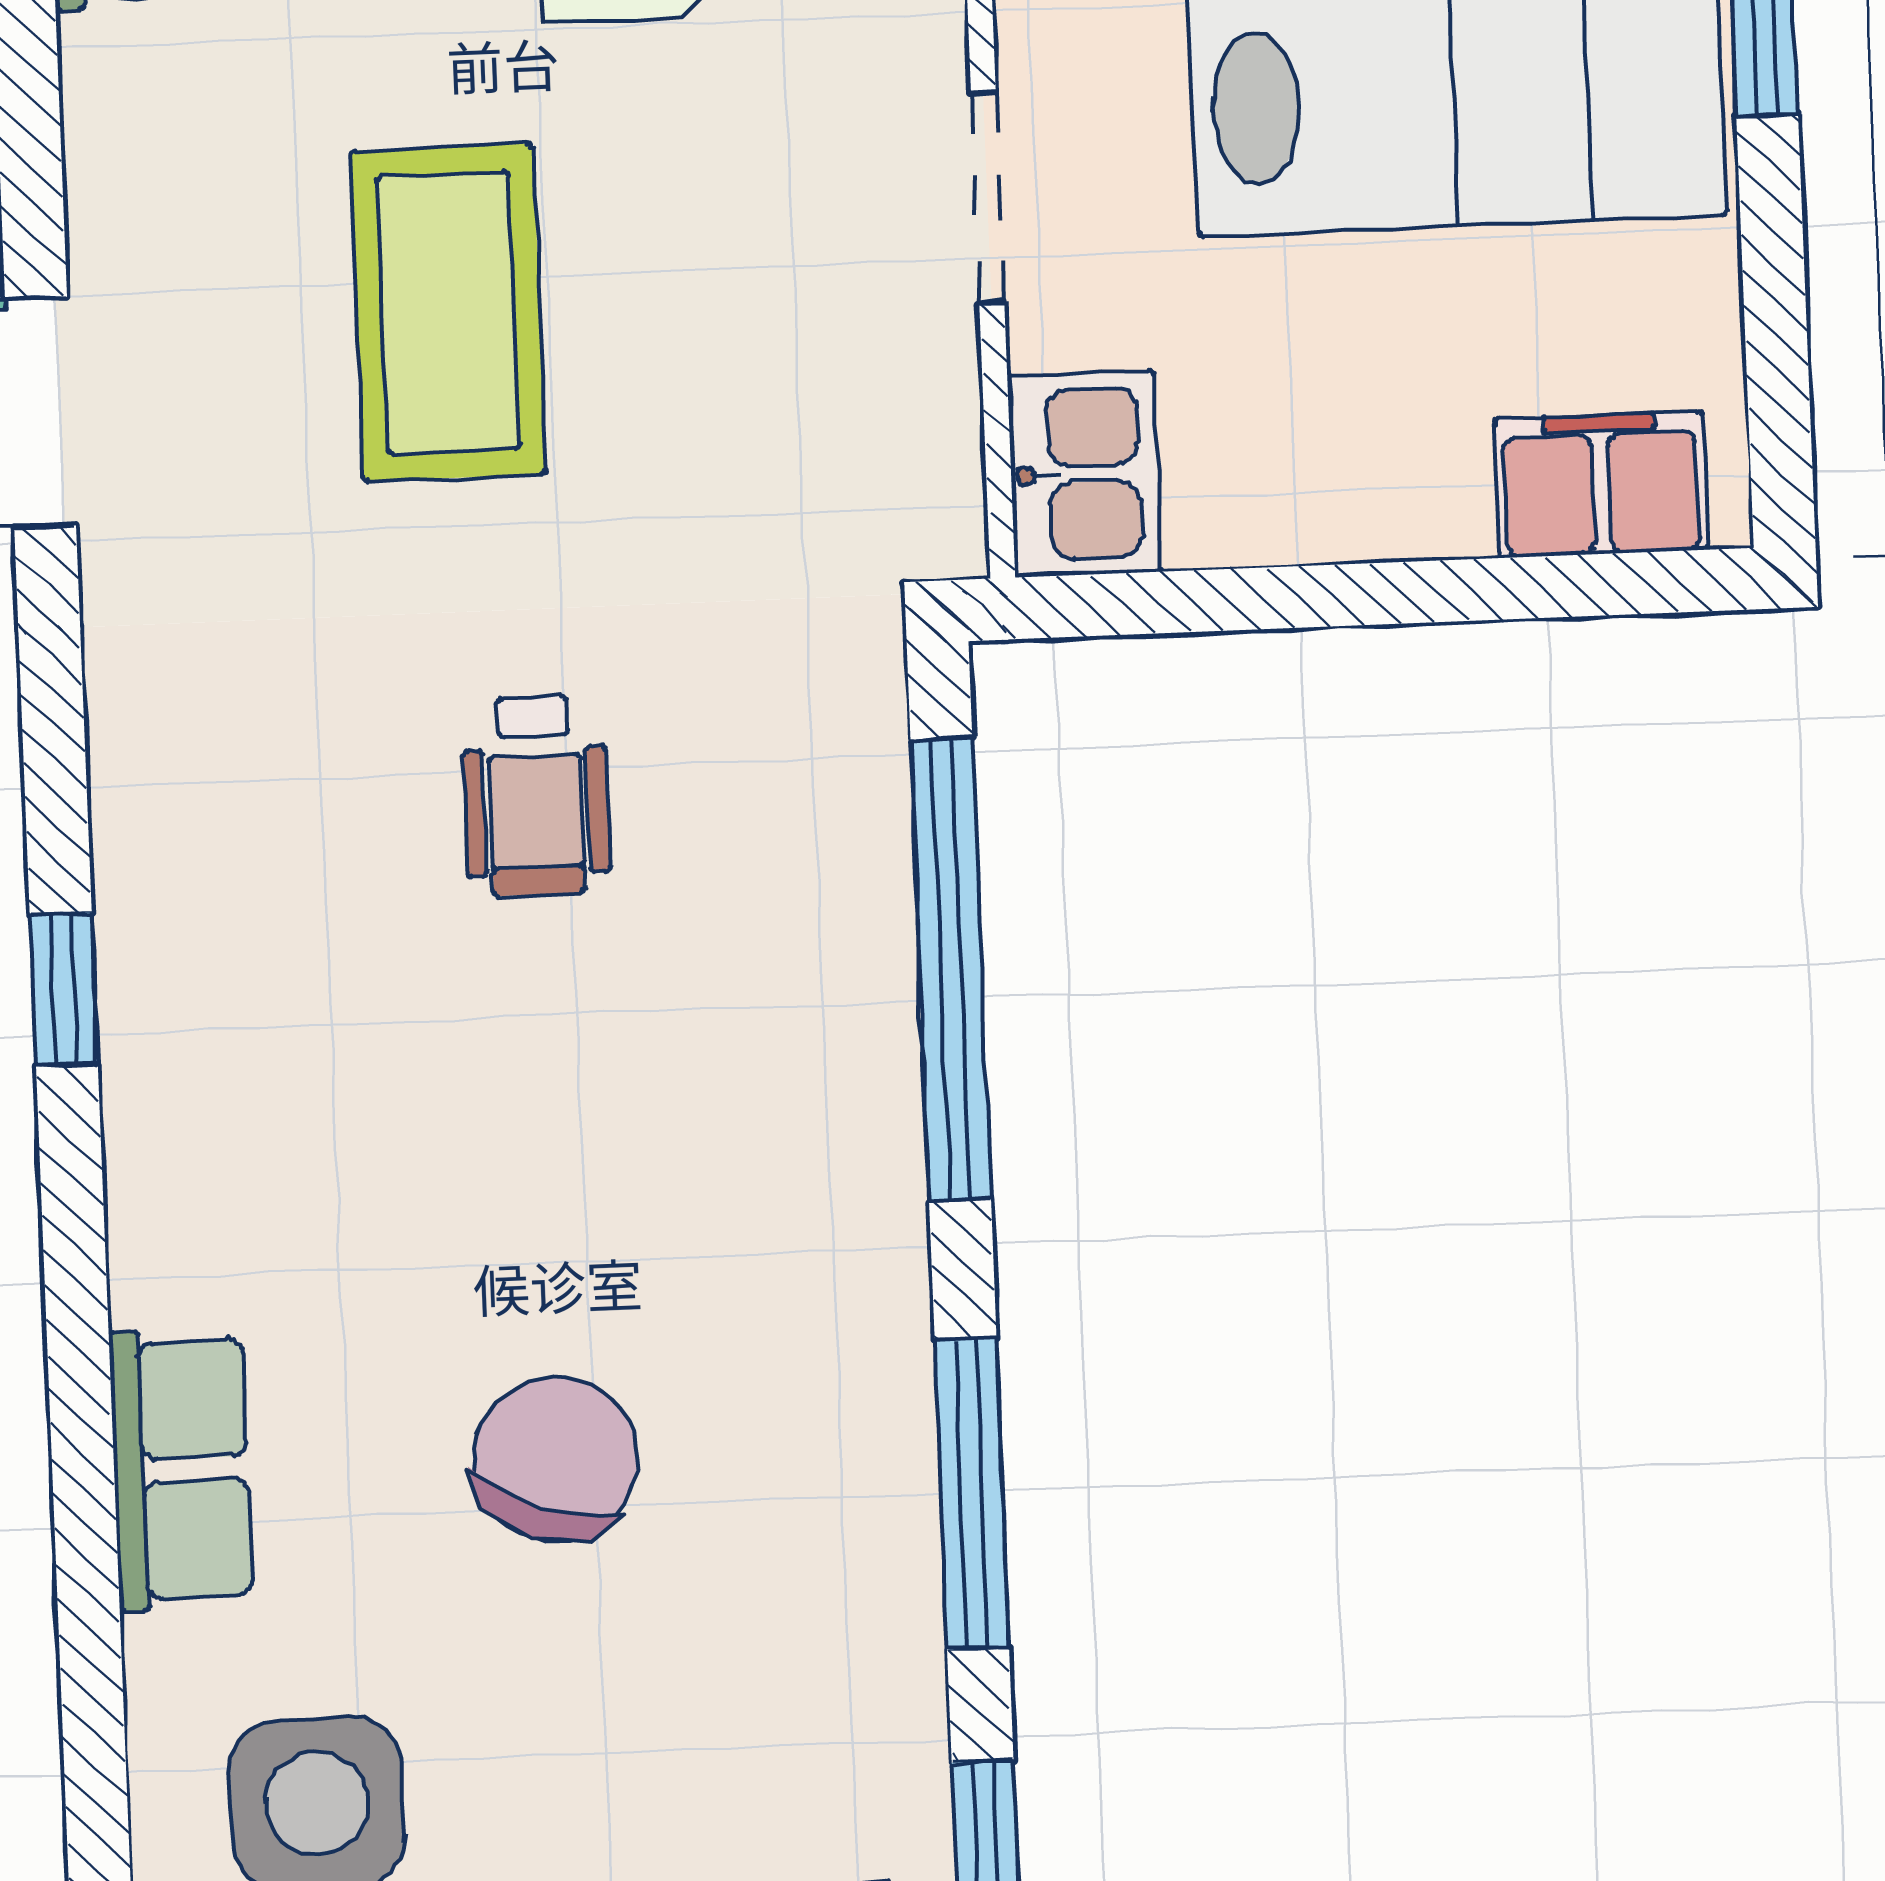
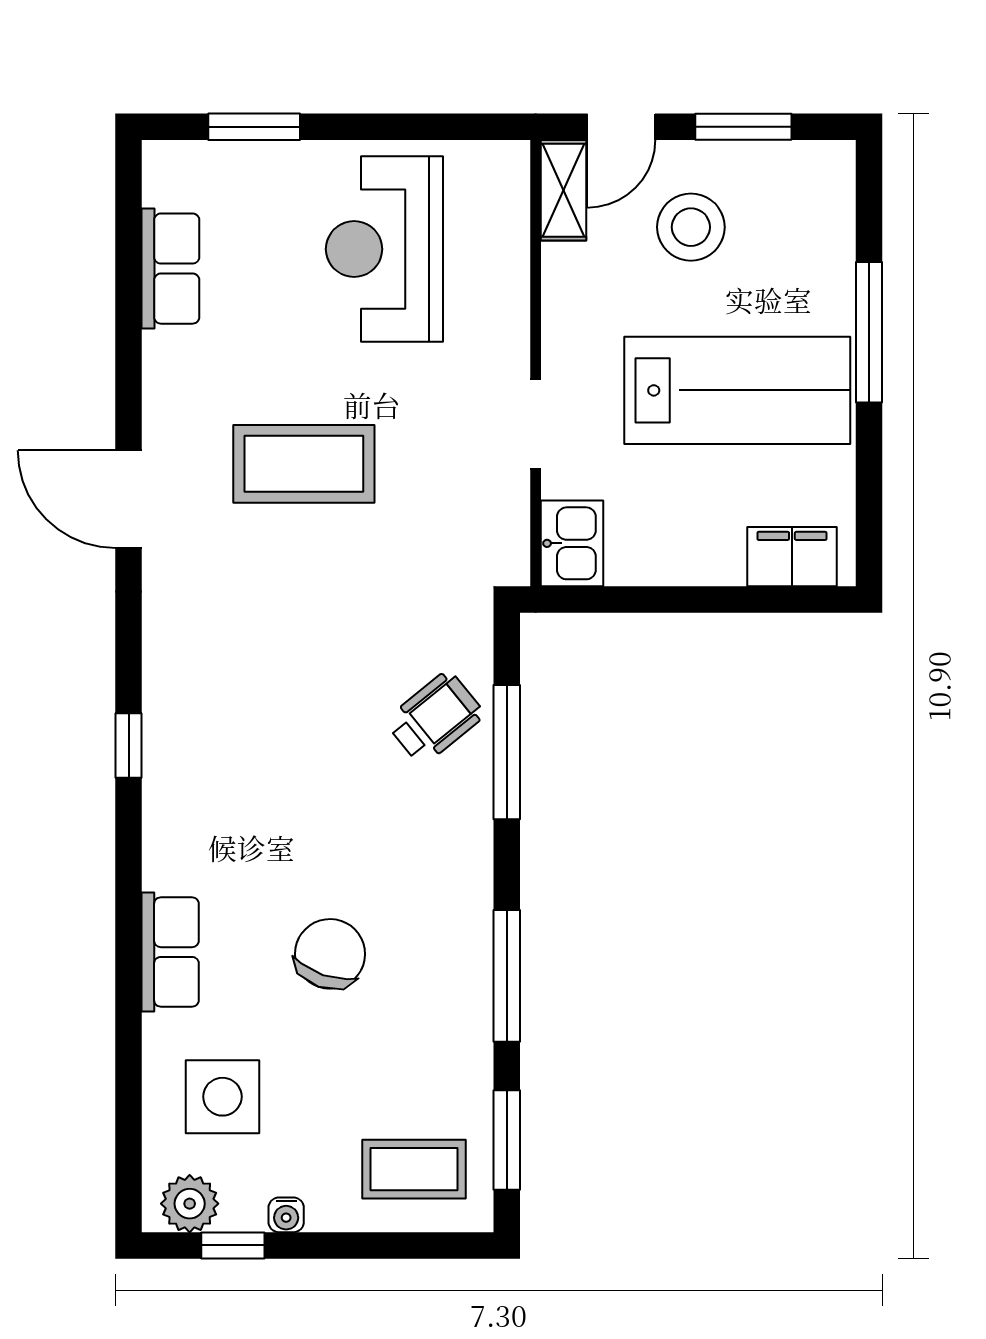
coffee table: (448, 313) -> (304, 464), turned 90
wheelchair: (536, 795) -> (435, 718), moved, turned -129
window: (951, 969) -> (507, 752), width x0.68

